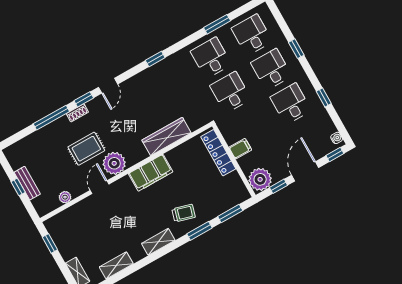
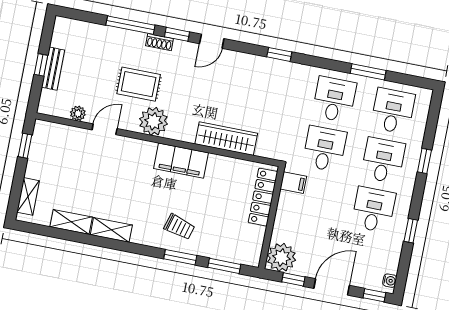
filing cabinet: (240, 149) -> (293, 183), moved
door: (99, 187) -> (105, 129), moved
shelving: (158, 242) -> (111, 230), moved

